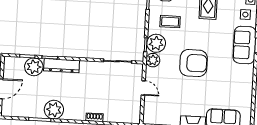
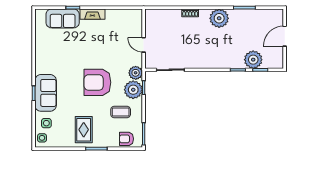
armchair: (194, 63) -> (97, 82), moved
dresser: (62, 66) -> (226, 62), removed
plant: (54, 110) -> (219, 18), moved

